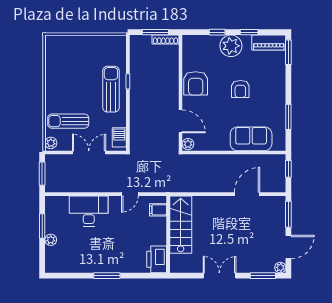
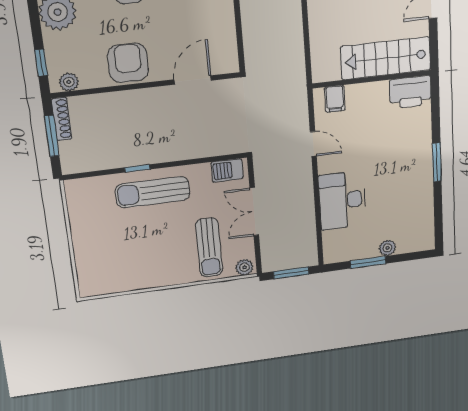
window: (217, 32) -> (41, 63), moved
armchair: (196, 83) -> (128, 63), turned -90
plant: (188, 144) -> (69, 82), moved
stairs: (181, 225) -> (386, 58), moved

